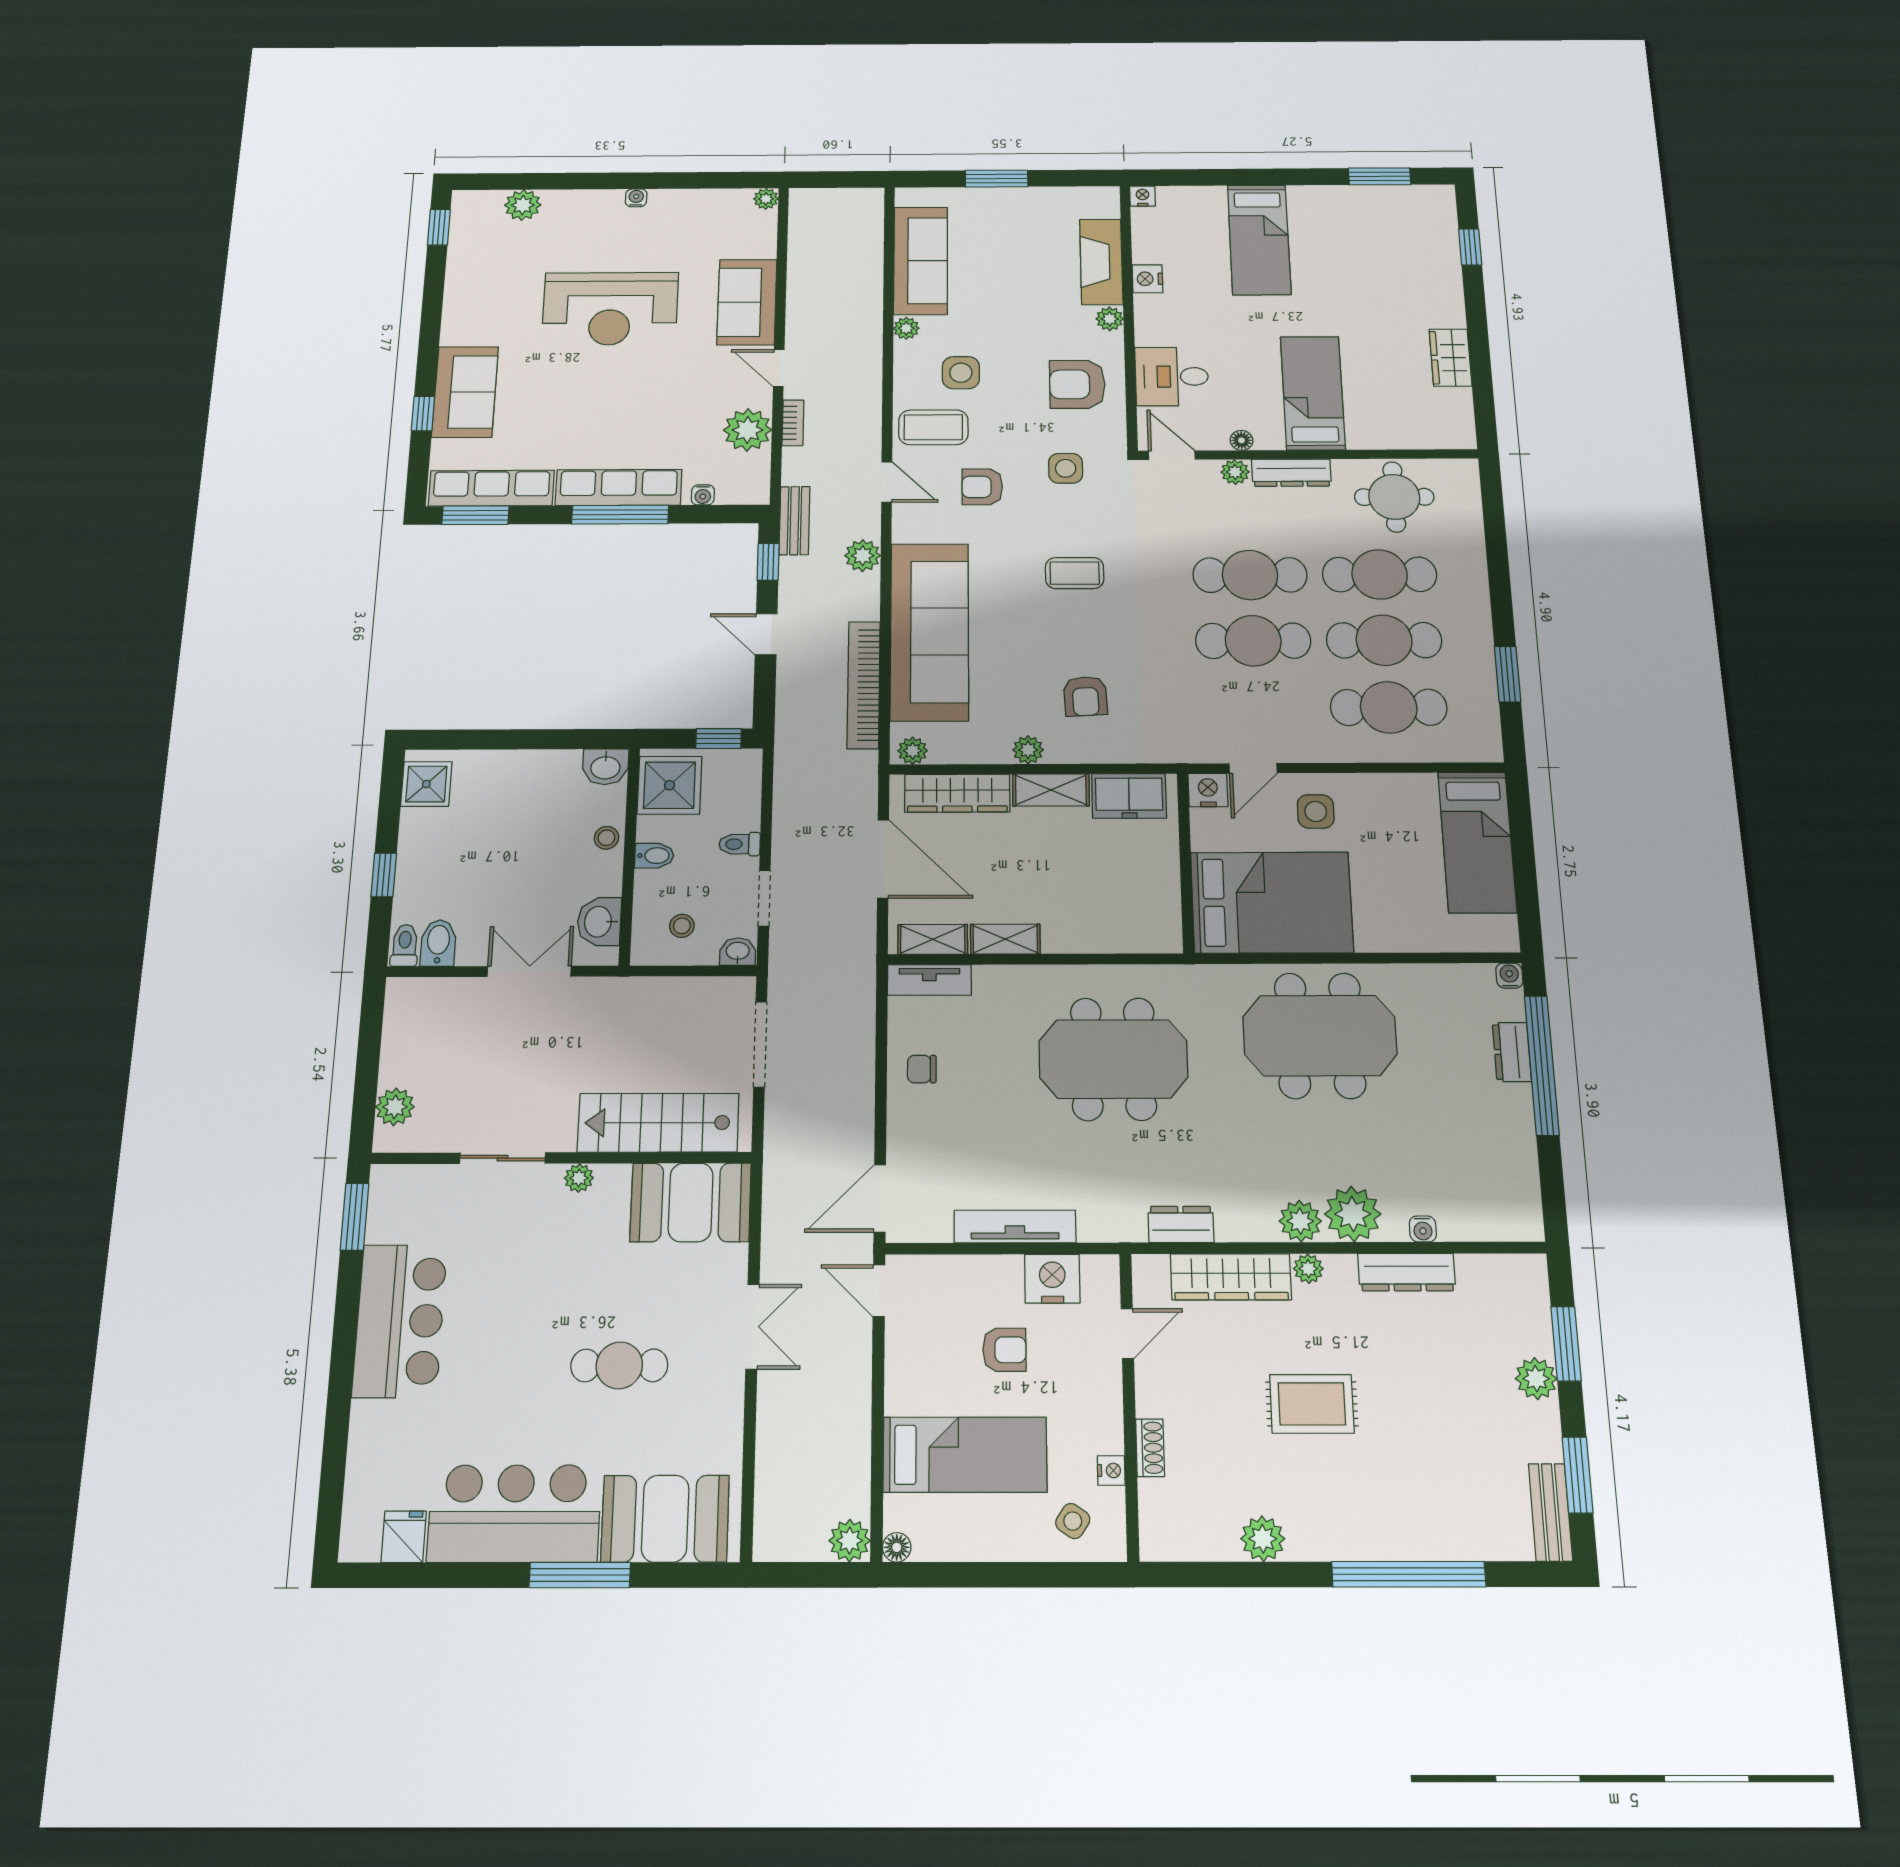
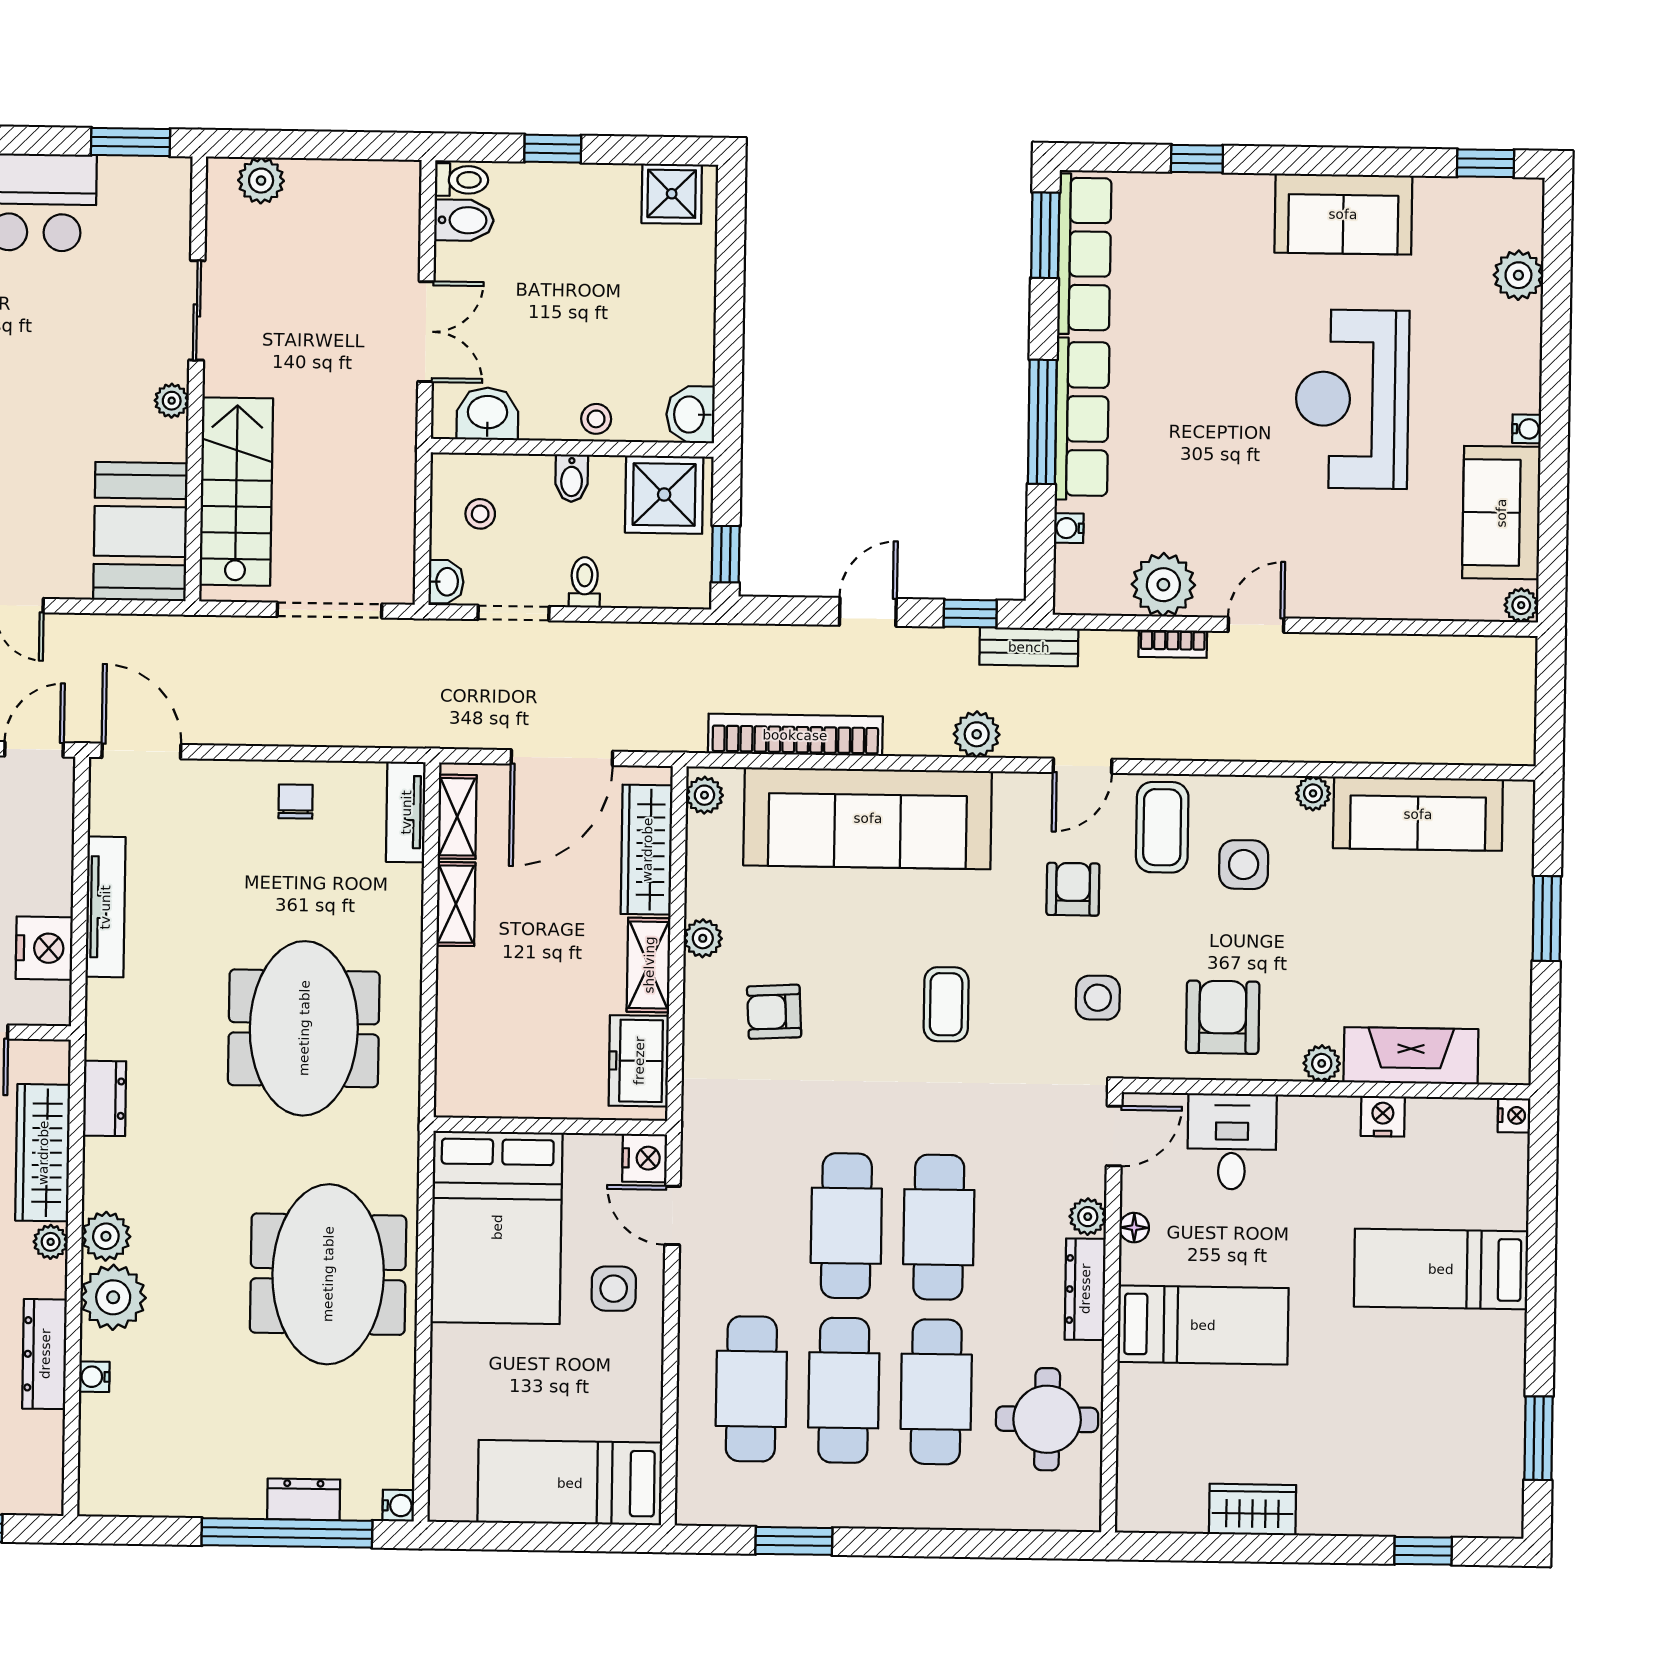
sofa: (747, 302) -> (1501, 513), moved, turned -90
sofa: (465, 392) -> (1343, 214), moved

